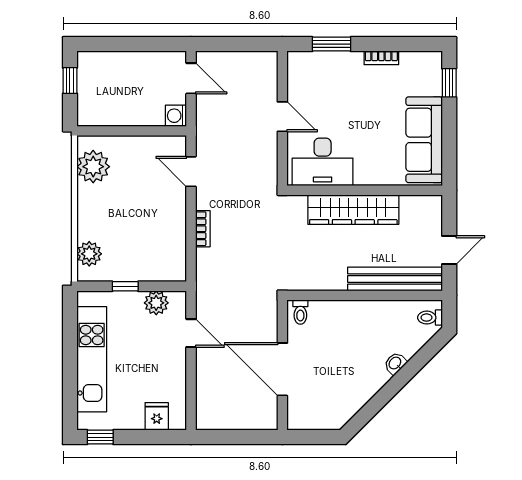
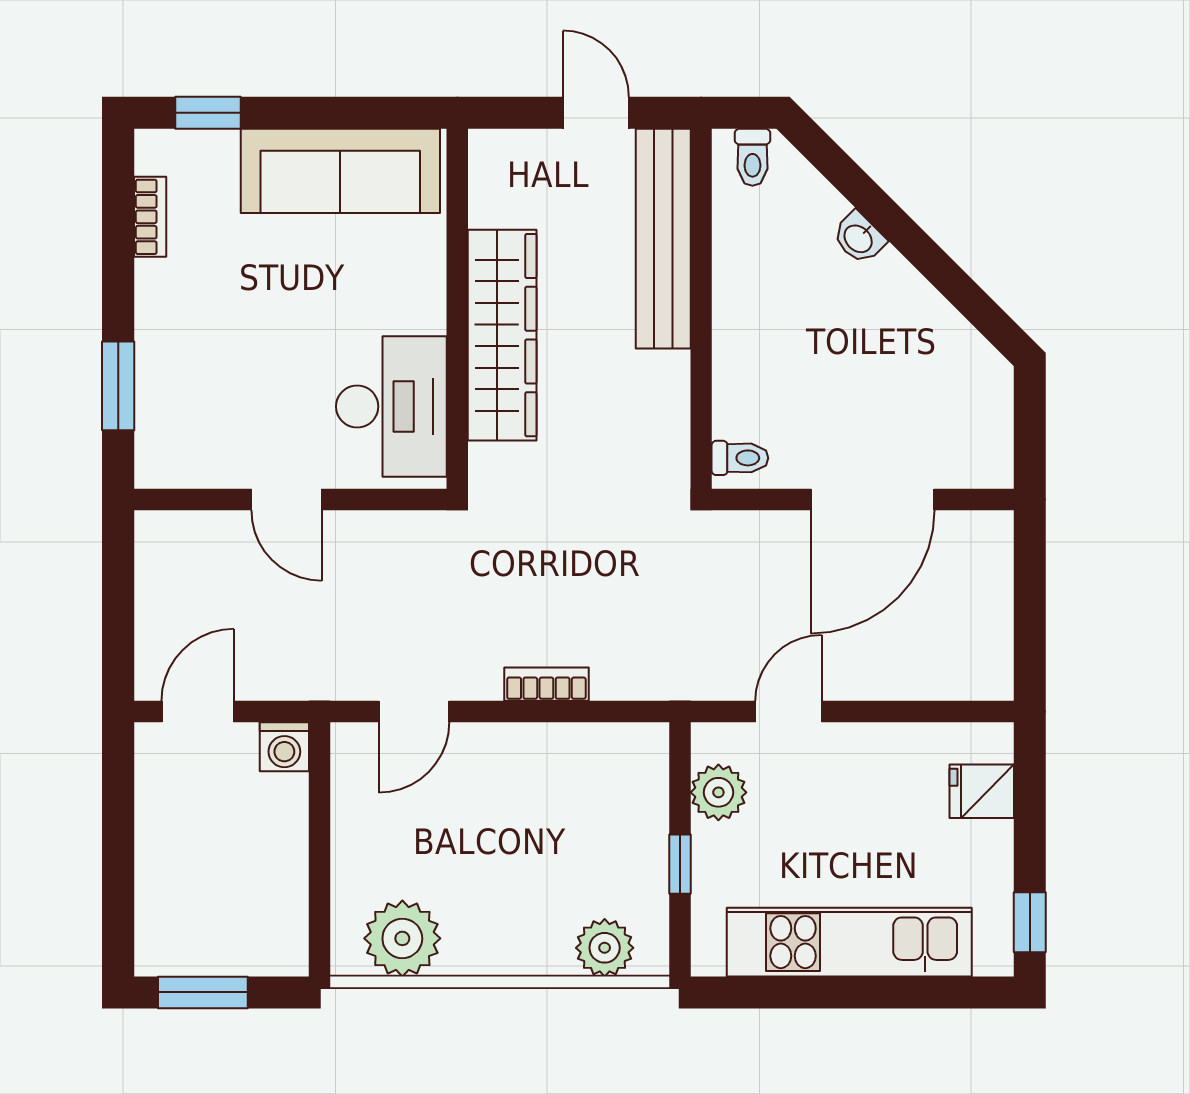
bookcase: (381, 58) -> (150, 217), moved
window: (70, 81) -> (203, 992), width x1.50
door: (282, 117) -> (286, 500), swing flipped

